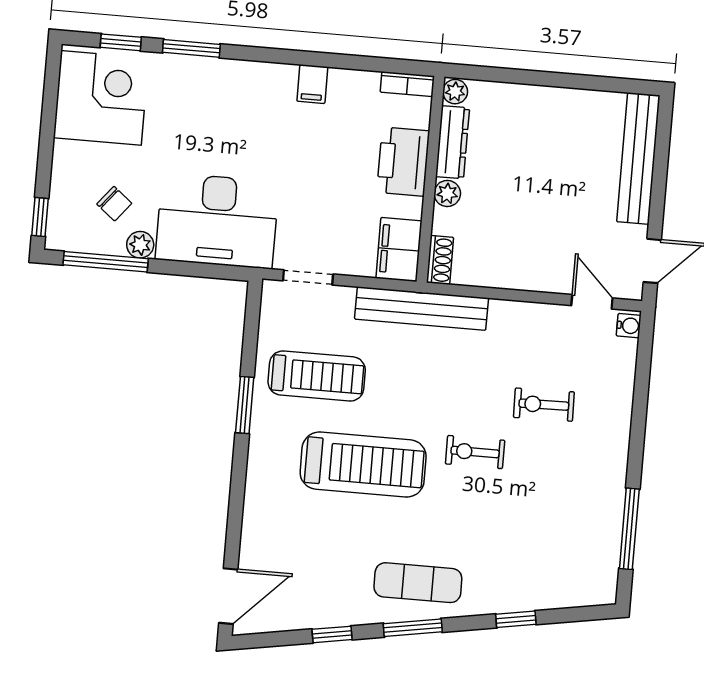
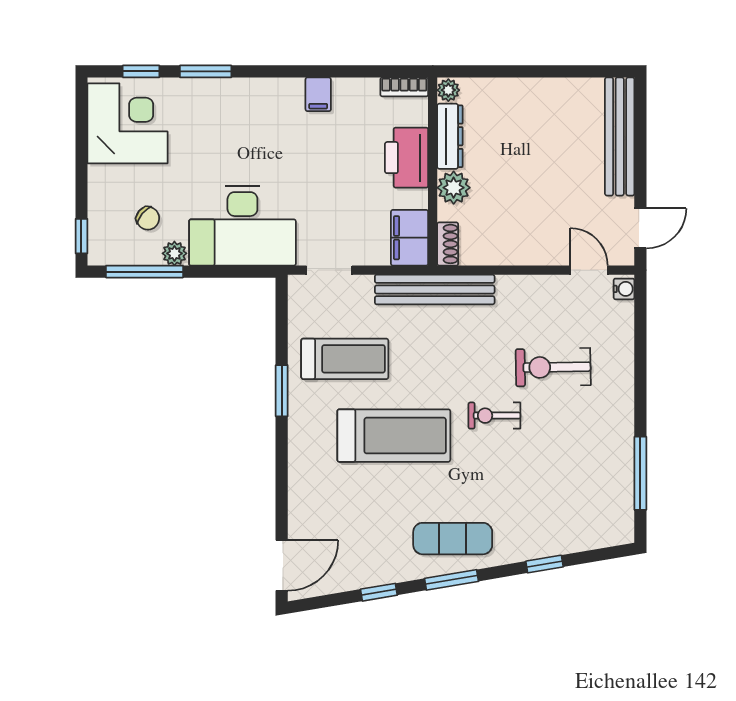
plant: (447, 193) -> (454, 188), width x1.38, depth x1.38
exercise bike: (544, 405) -> (553, 367), width x1.38, depth x1.39

